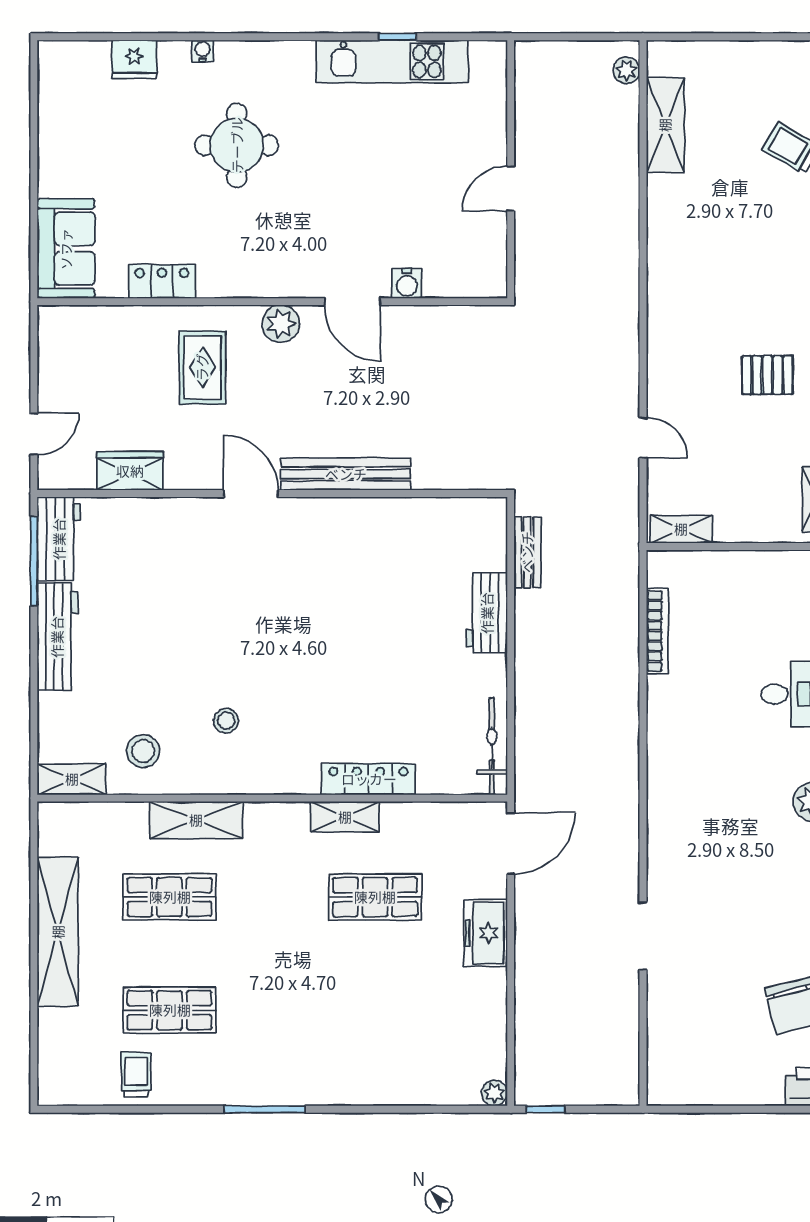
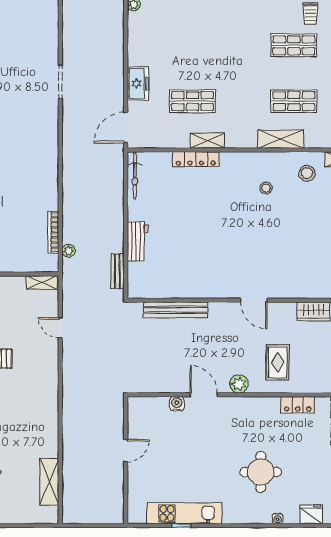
plant: (626, 70) -> (69, 251), moved
bench: (346, 474) -> (176, 310), moved

